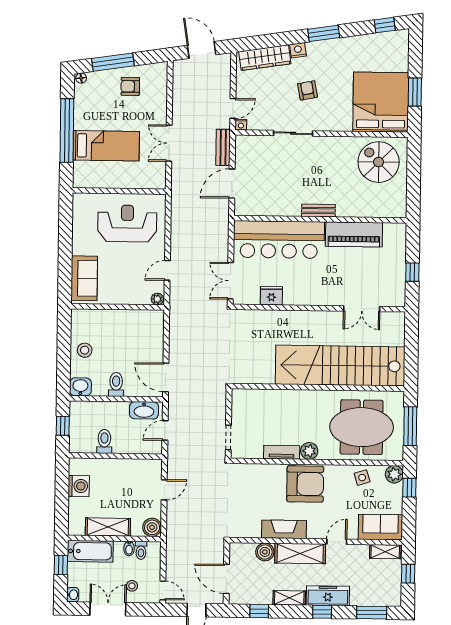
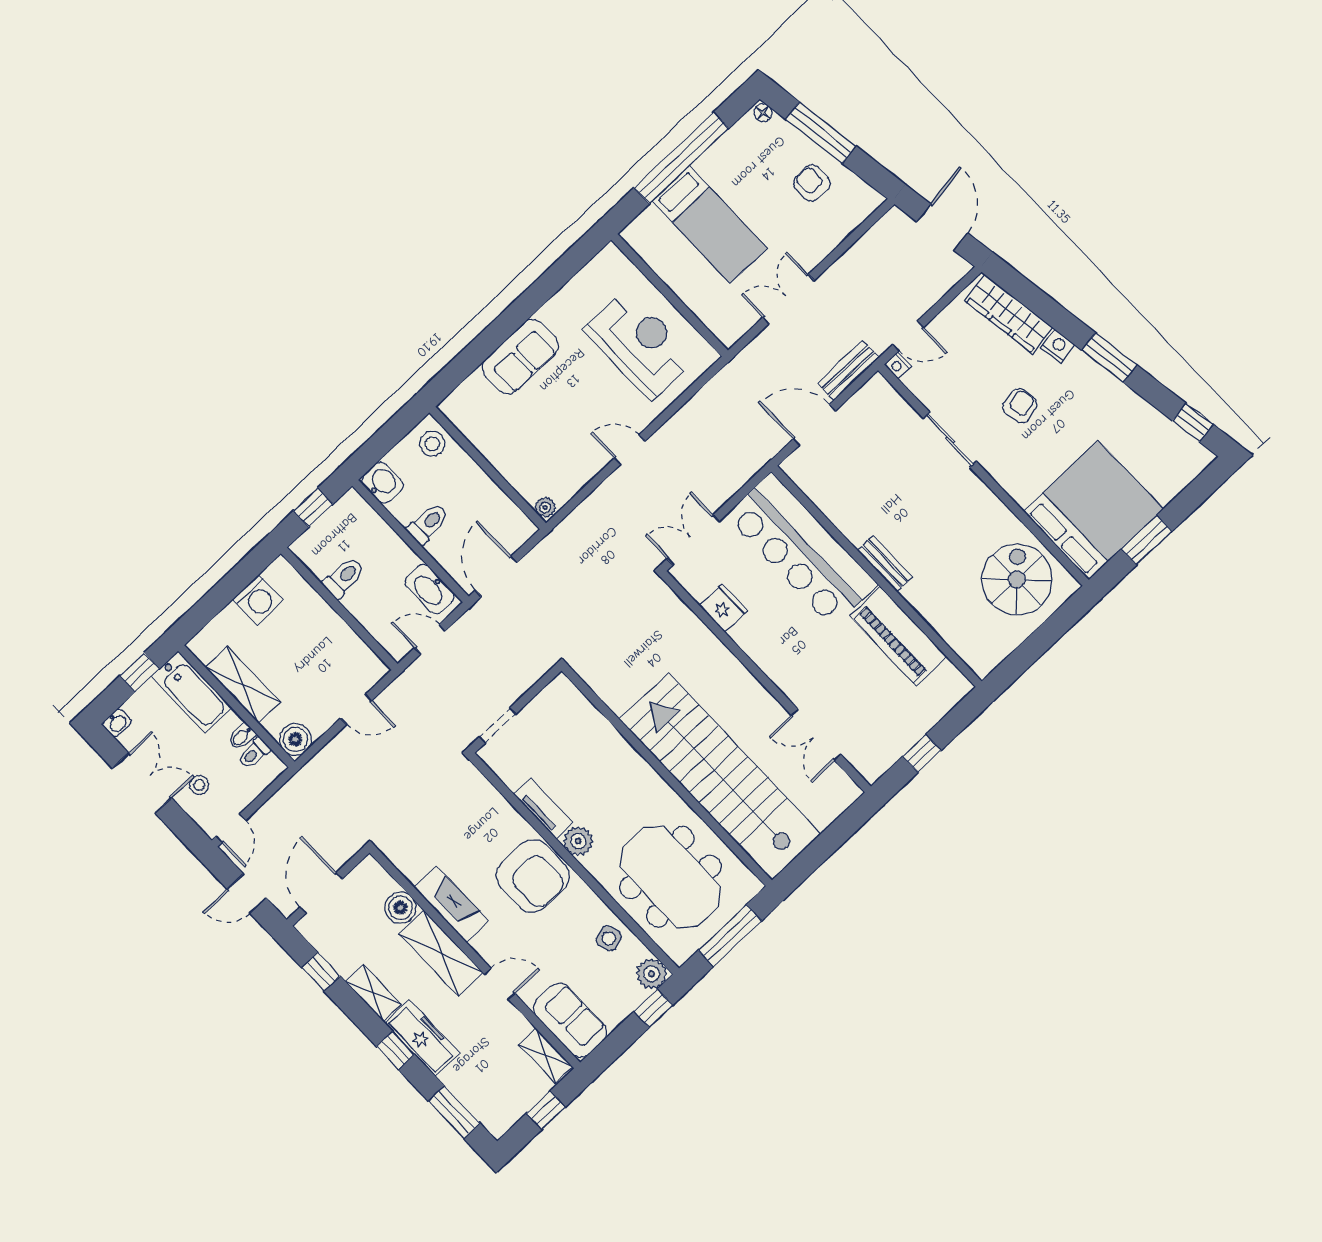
plant: (157, 299) -> (545, 507), moved
wall: (118, 307) -> (488, 468), moved

